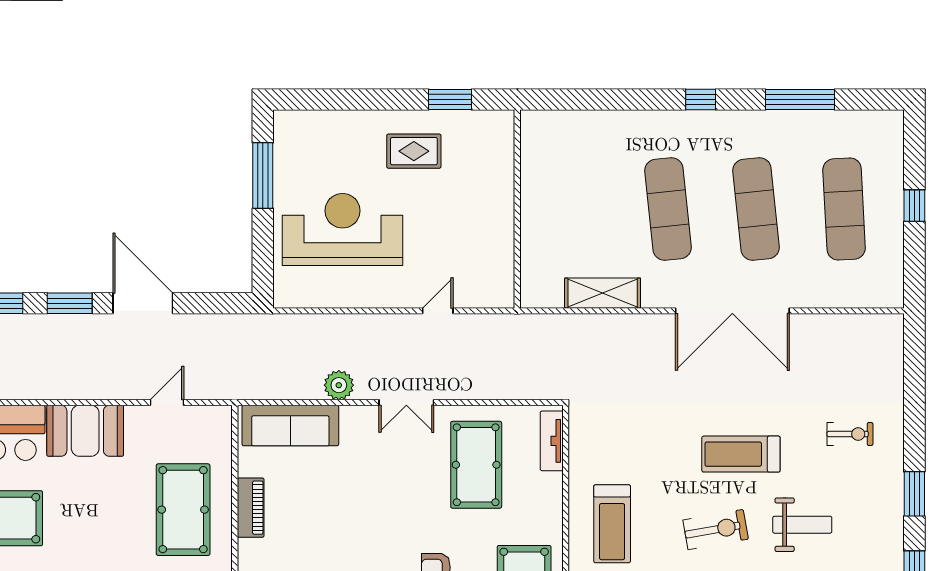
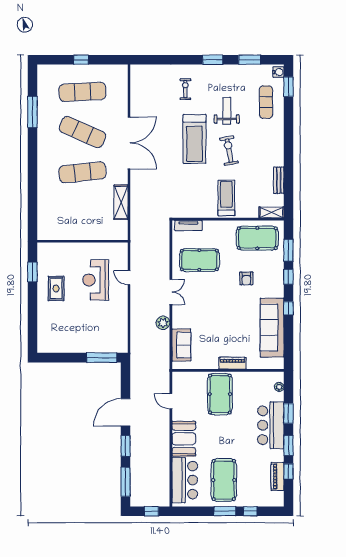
window: (701, 100) -> (32, 157), removed
window: (263, 176) -> (102, 358), moved
exercise mat: (756, 209) -> (82, 132), turned 30
reception desk: (342, 230) -> (96, 280), moved, width x0.74, depth x0.77
sofa: (290, 425) -> (181, 345), width x0.73
treadmill: (741, 454) -> (195, 139), width x1.37, depth x1.38
piano: (251, 508) -> (232, 363), moved
pool table: (183, 510) -> (220, 394), turned 90
treadmill: (612, 524) -> (226, 198), turned -90

